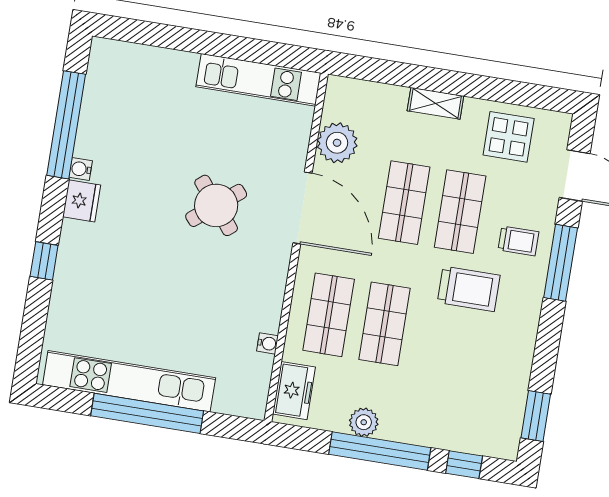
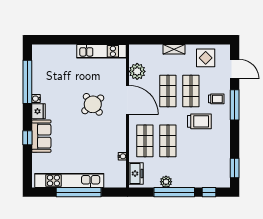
sofa: (79, 262) -> (41, 136), added

